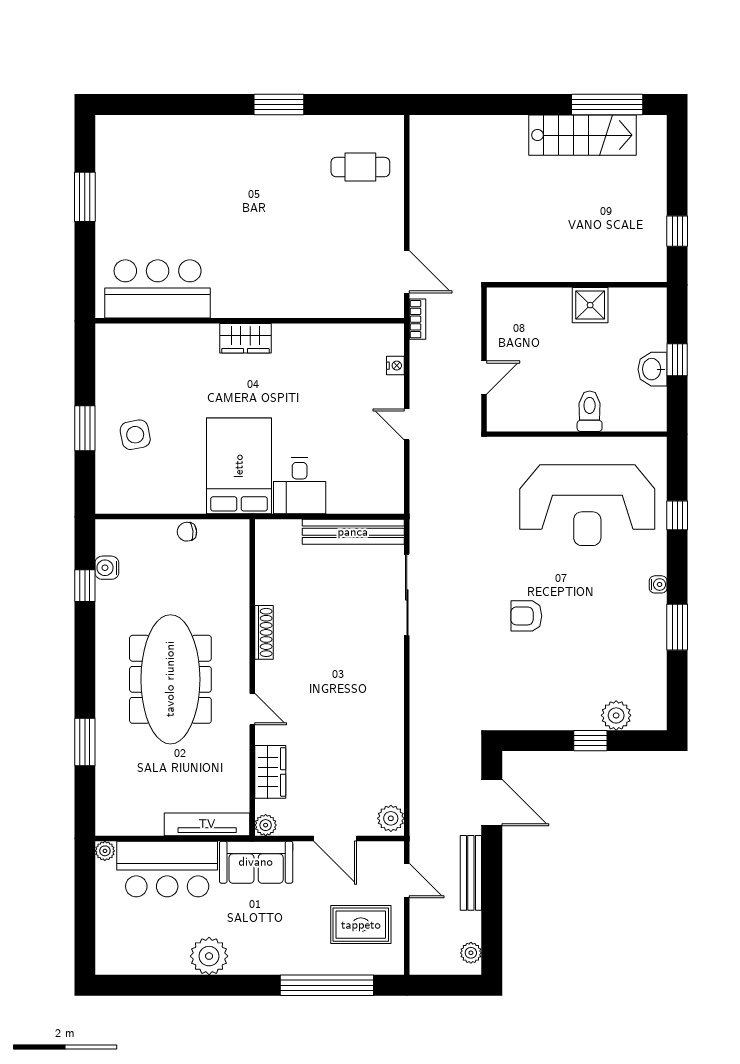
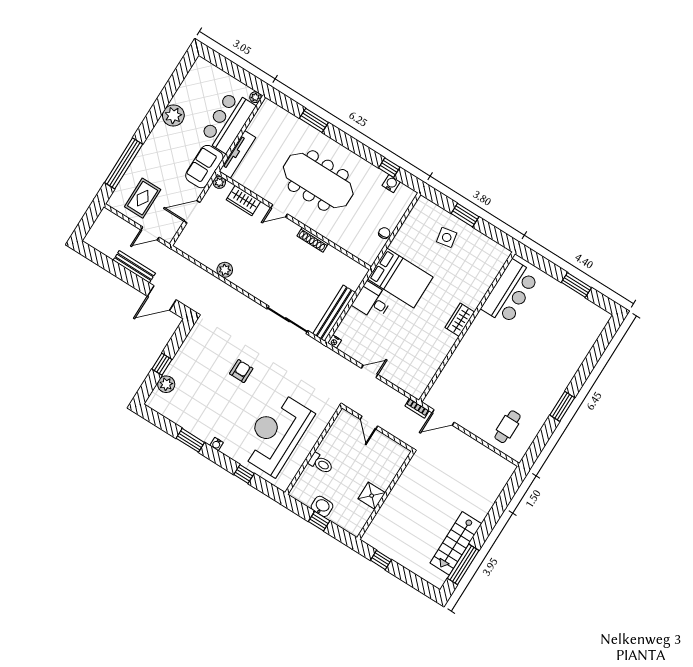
nightstand: (395, 366) -> (334, 342), moved
plant: (391, 818) -> (225, 270), moved
plant: (471, 953) -> (96, 243), removed

